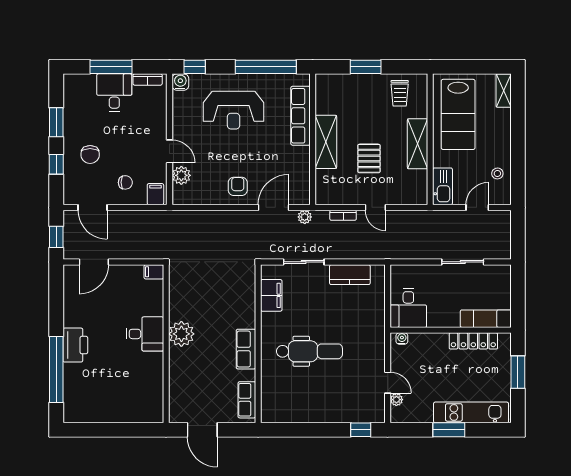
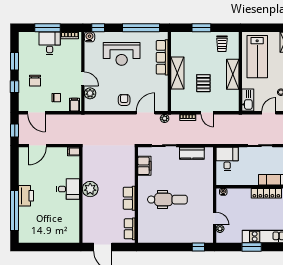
desk: (408, 308) -> (227, 159), moved, turned 180

